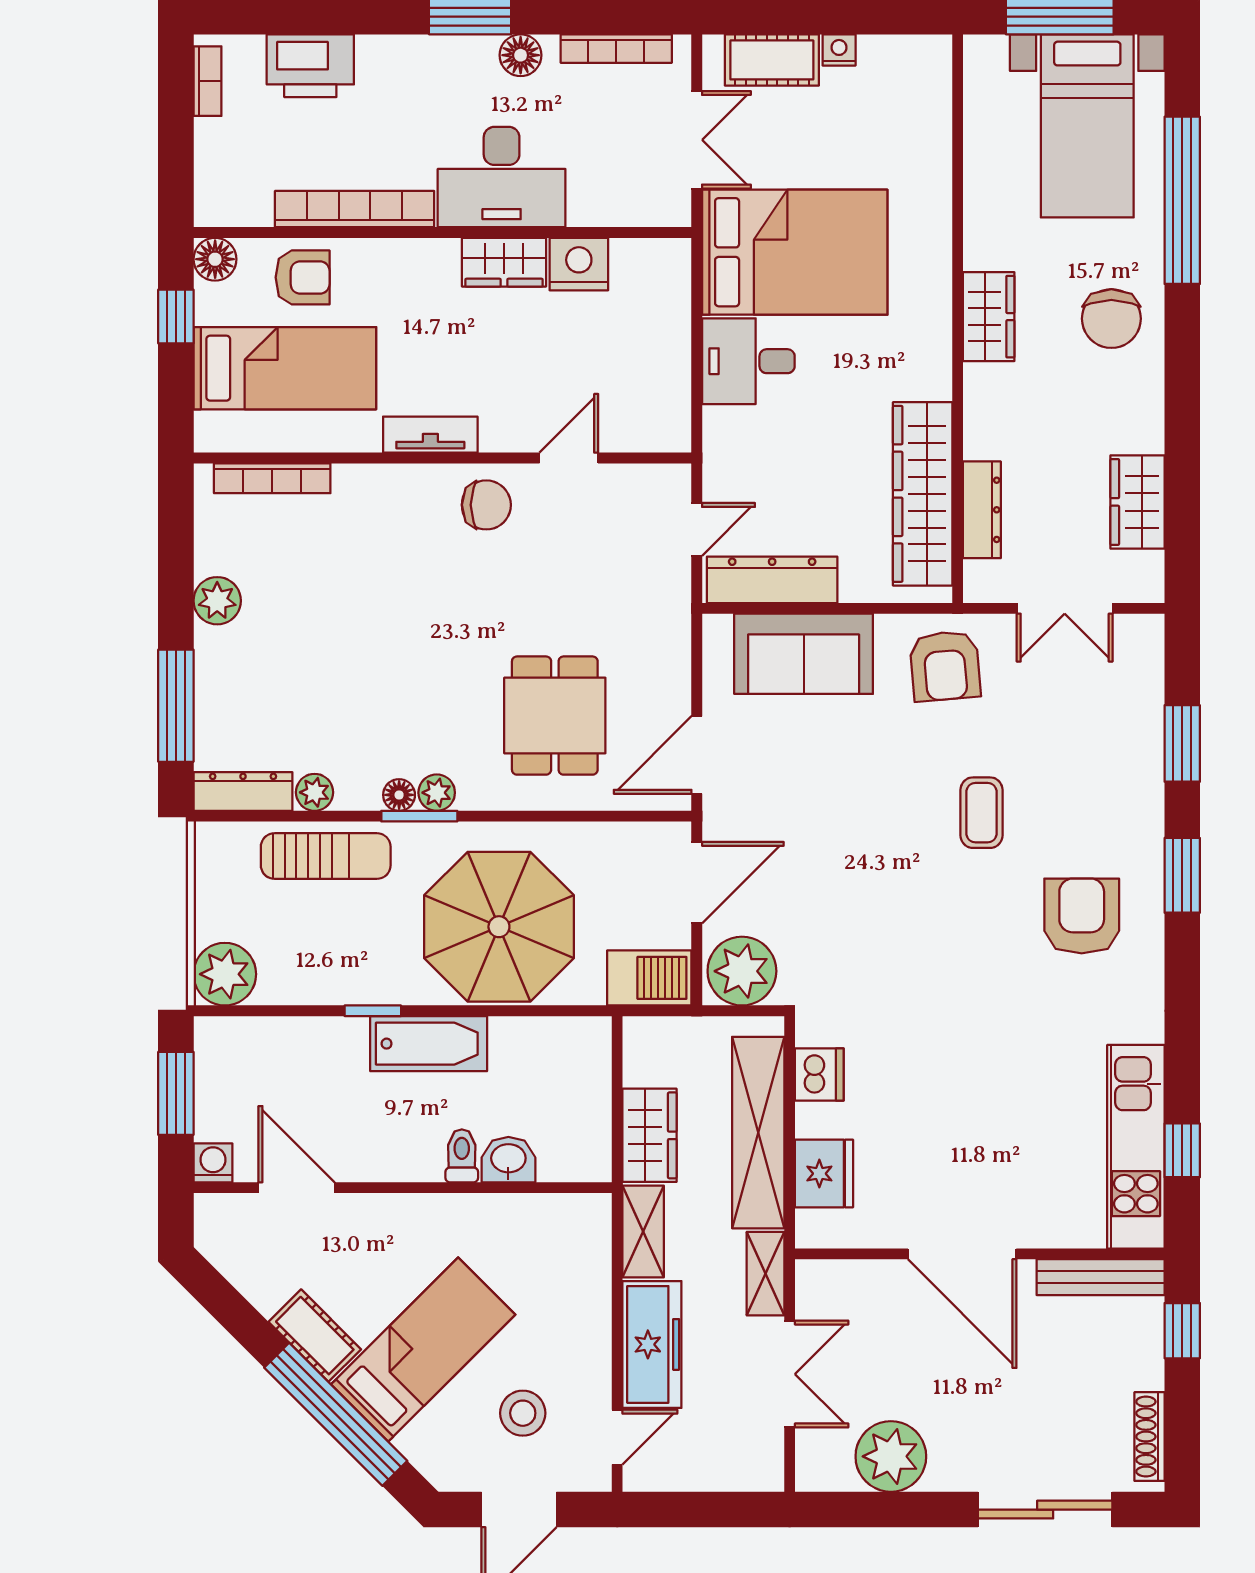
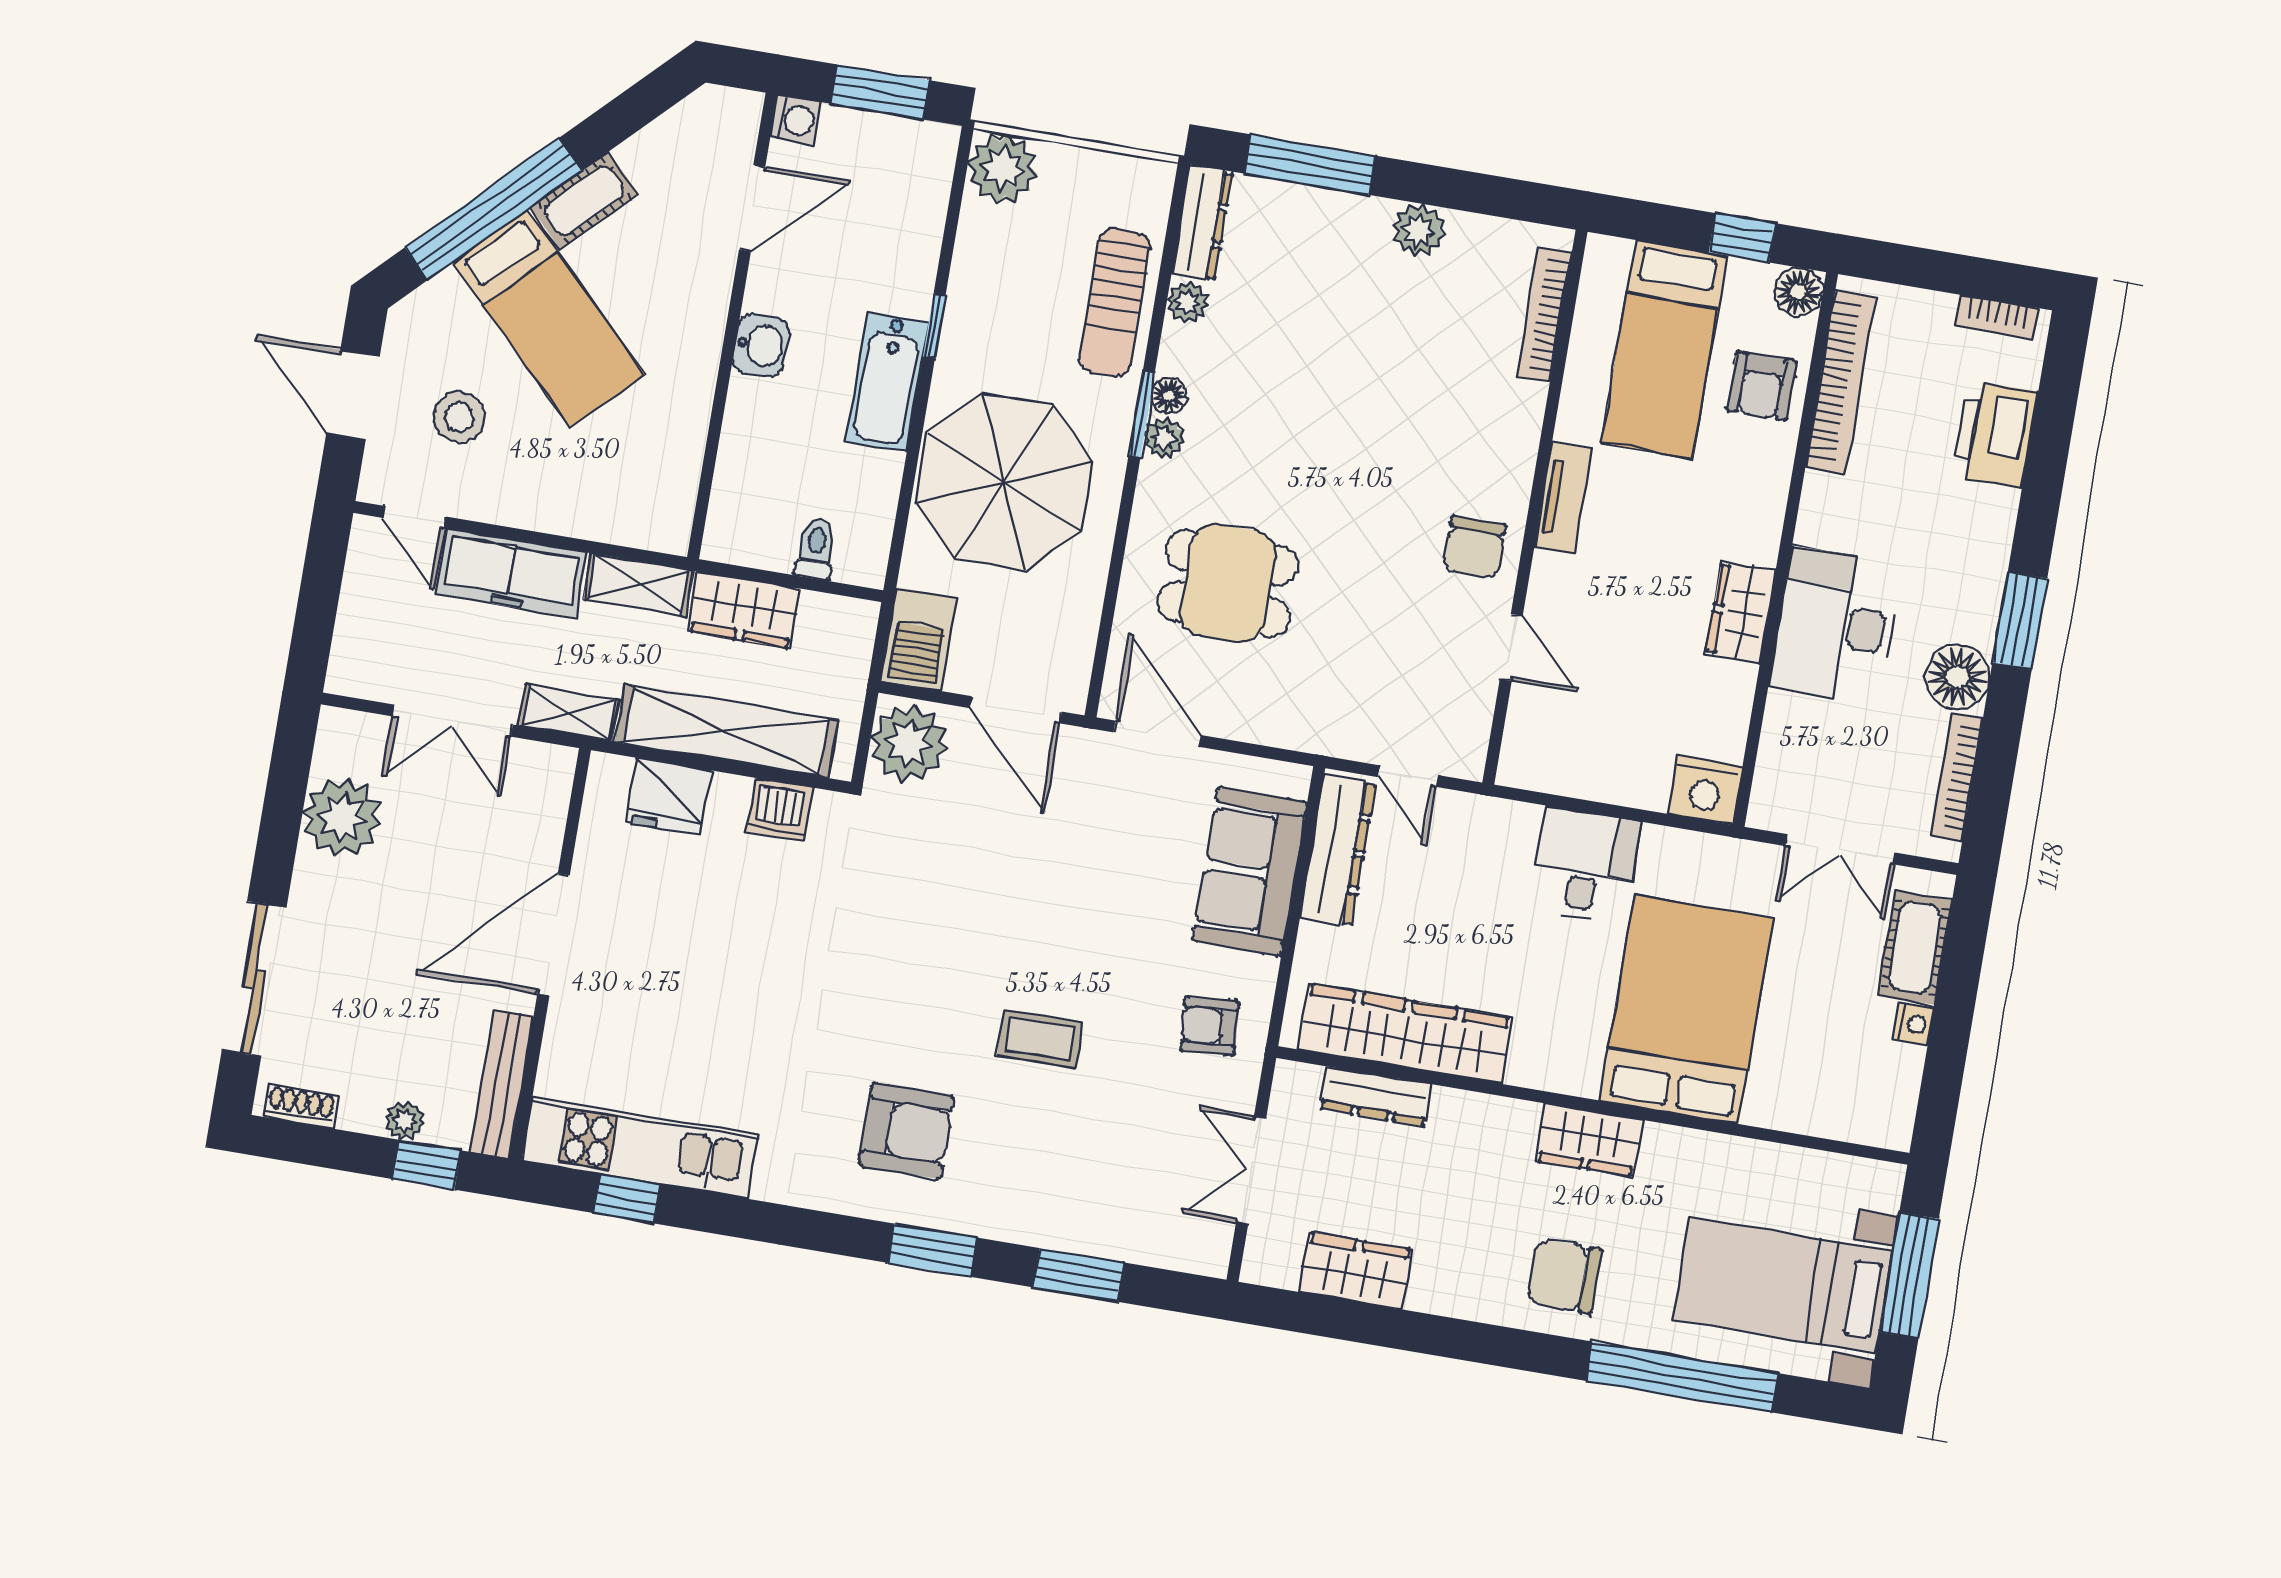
floor lamp: (521, 55) -> (1957, 677), width x1.38, depth x1.38
bookcase: (355, 209) -> (1840, 383), moved
bed: (795, 252) -> (1687, 1009), moved, turned 180
nightstand: (579, 264) -> (1705, 790), moved, turned 90
armchair: (945, 666) -> (1210, 1026), width x0.72, depth x0.72
toilet: (462, 1156) -> (816, 549), moved, turned -90
washbasin: (508, 1160) -> (761, 345), moved
plant: (1147, 1357) -> (405, 1121), added
shoe rack: (1150, 1437) -> (301, 1106), width x0.70

